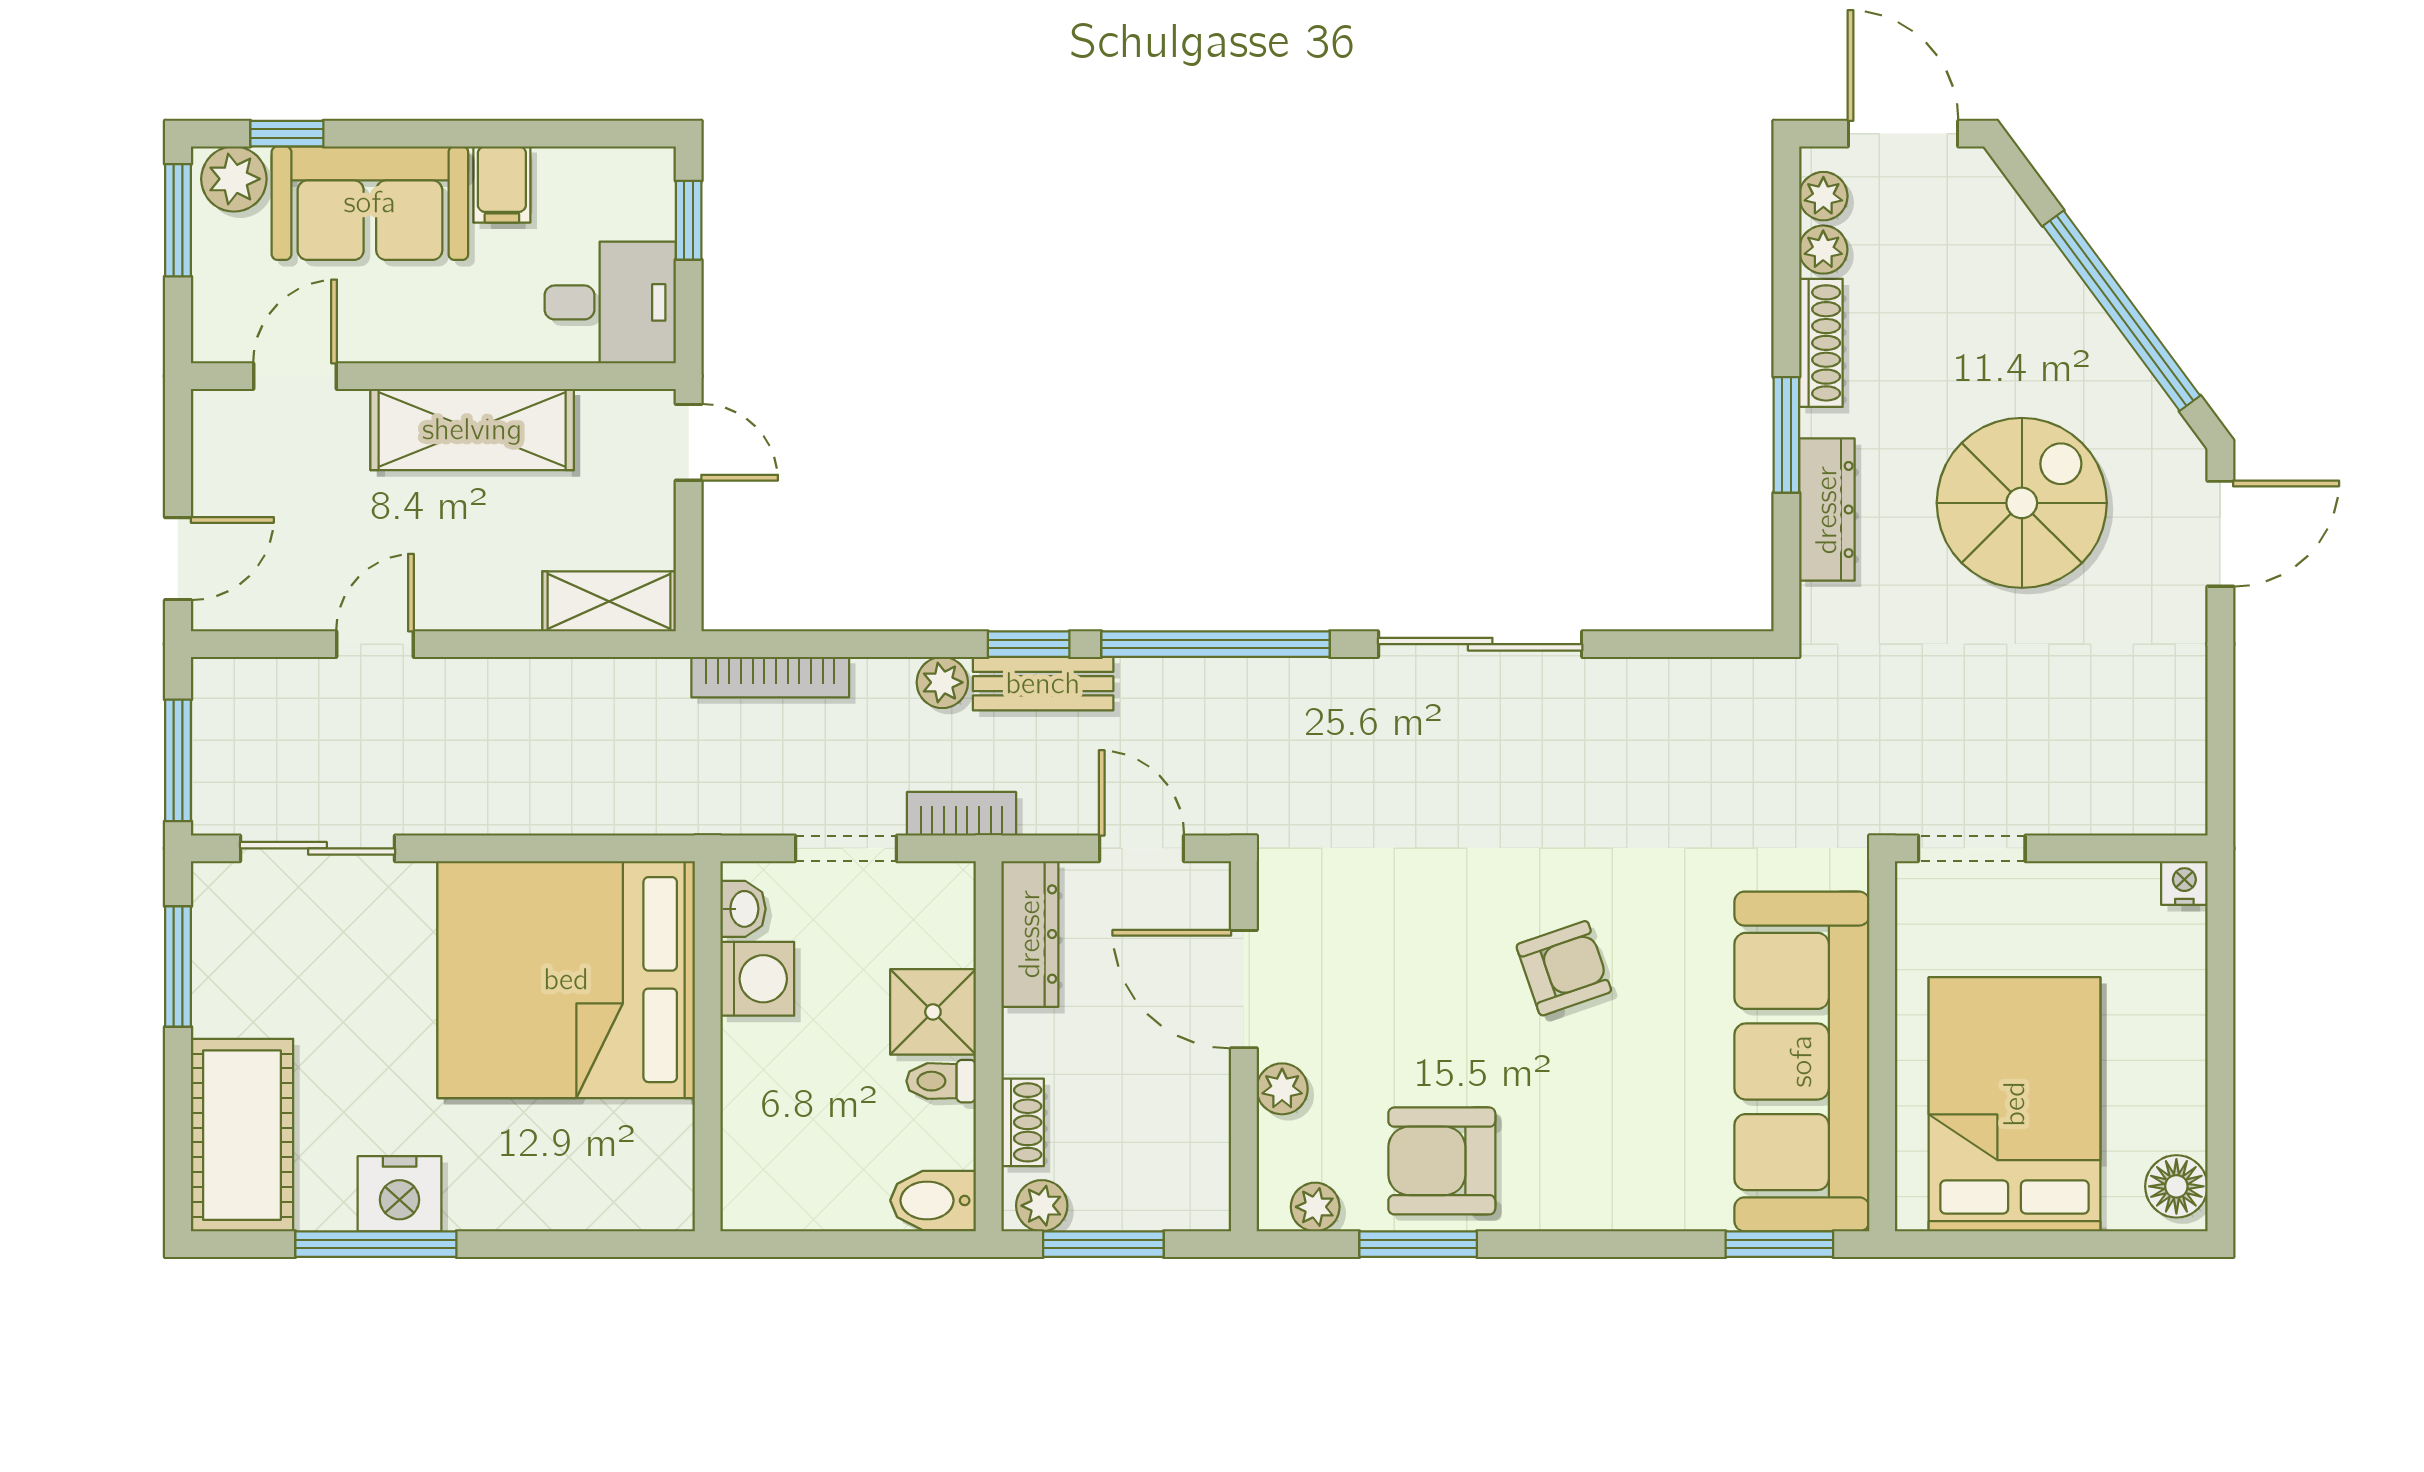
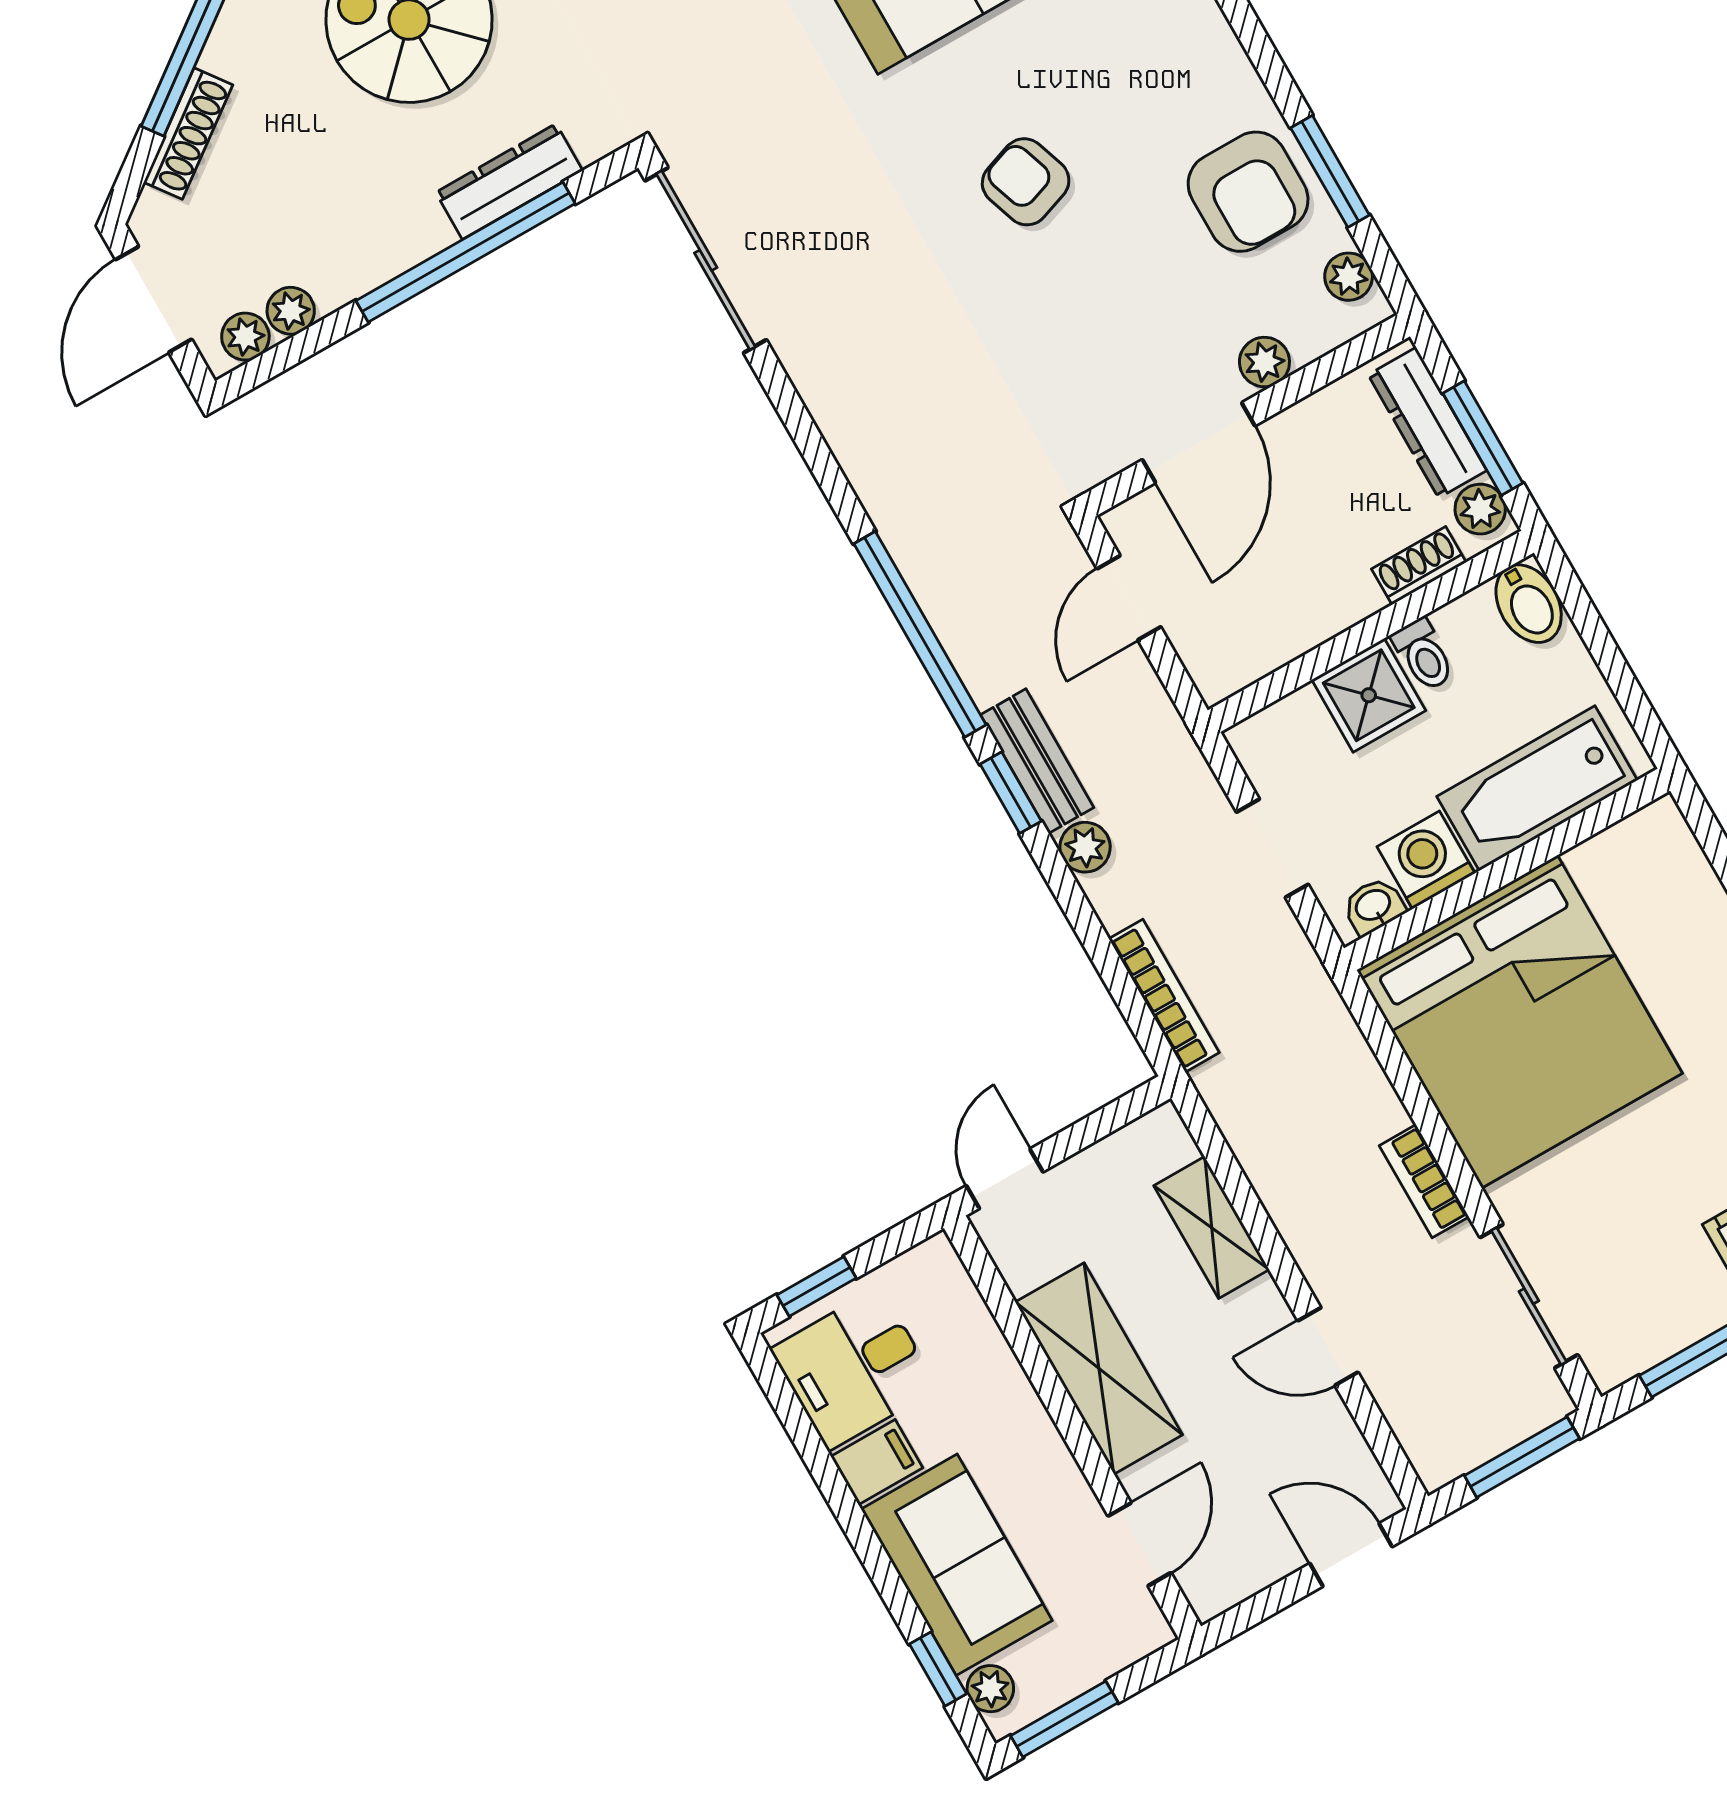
plant: (234, 179) -> (990, 1689), width x0.73, depth x0.73
desk: (610, 302) -> (854, 1369), moved, turned -90
shoe rack: (1821, 343) -> (188, 134), moved, turned 144
door: (295, 376) -> (1140, 1544), swing flipped
window: (1786, 435) -> (466, 252), width x2.11
shelving: (609, 601) -> (1212, 1228), moved
sliding door: (1480, 644) -> (706, 260), moved
bookcase: (962, 814) -> (1424, 1181), moved
dresser: (1030, 934) -> (1427, 423), moved, turned -90
bathtub: (765, 1114) -> (1537, 788), added

